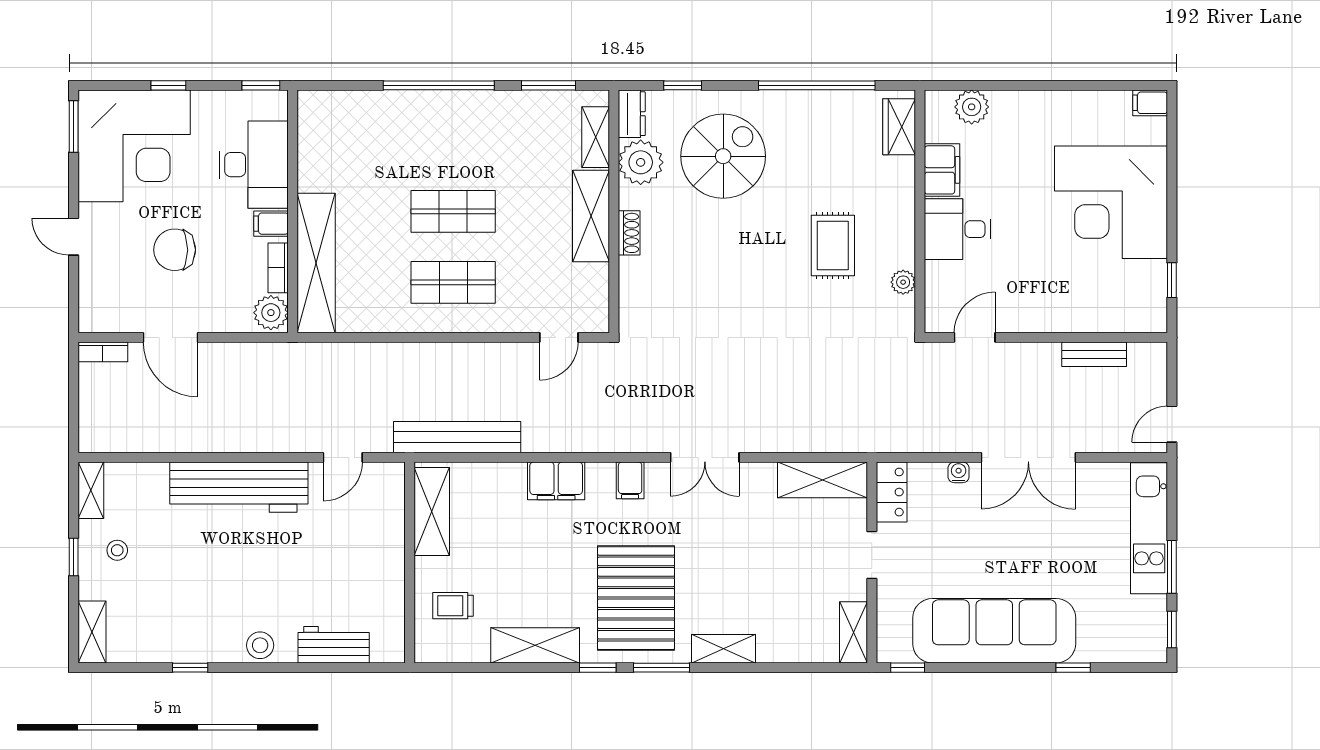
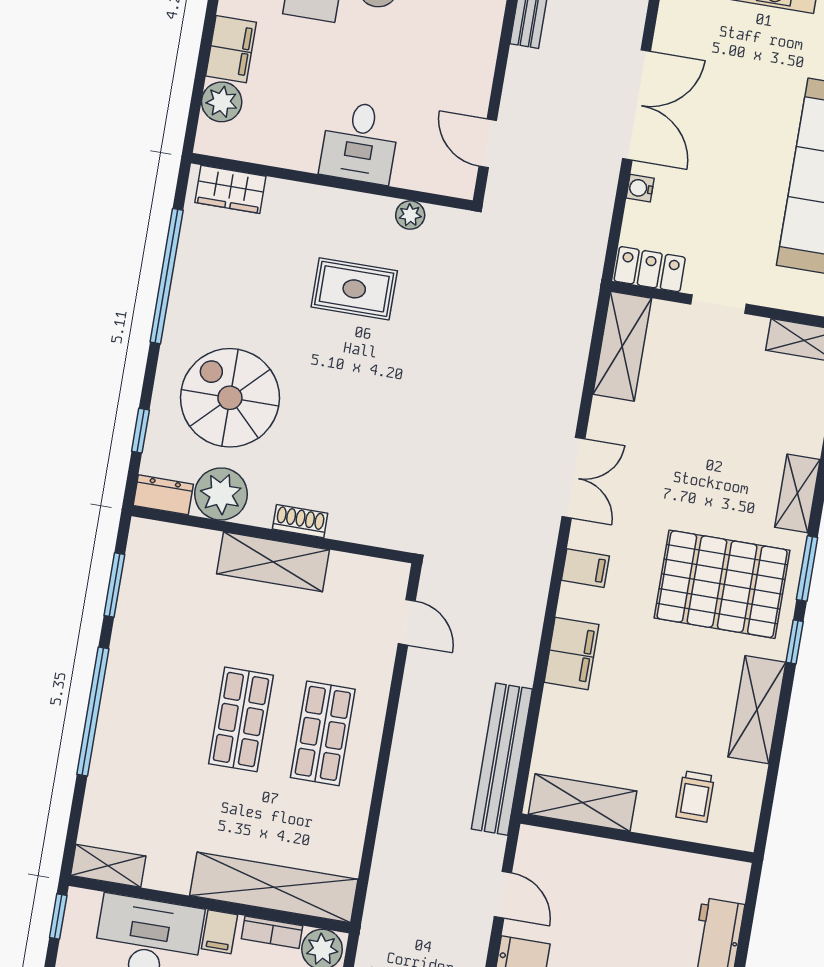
shelving: (596, 137) -> (108, 866), moved
filing cabinet: (942, 170) -> (231, 49), moved, turned 90

